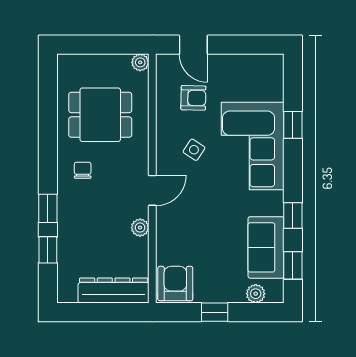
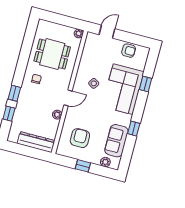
door: (193, 45) -> (107, 32), swing flipped
armchair: (193, 98) -> (129, 51), moved
window: (293, 265) -> (127, 153), removed
armchair: (175, 284) -> (80, 138), moved

